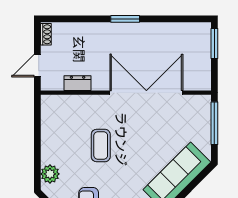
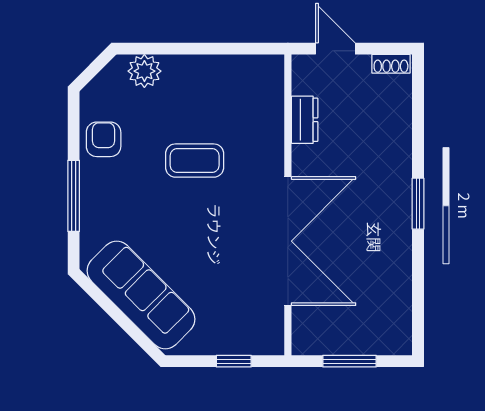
window: (214, 44) -> (350, 361), moved
window: (214, 123) -> (234, 361), width x0.46

